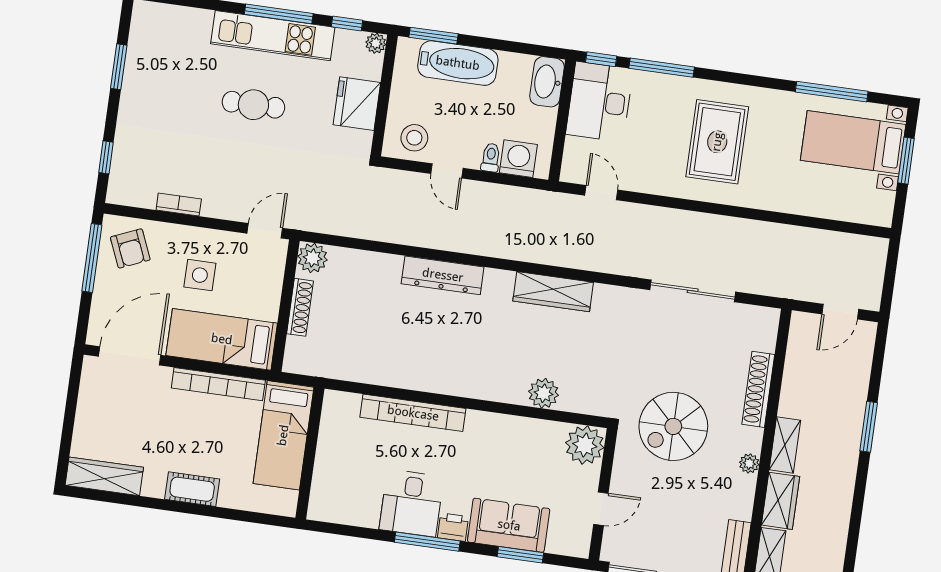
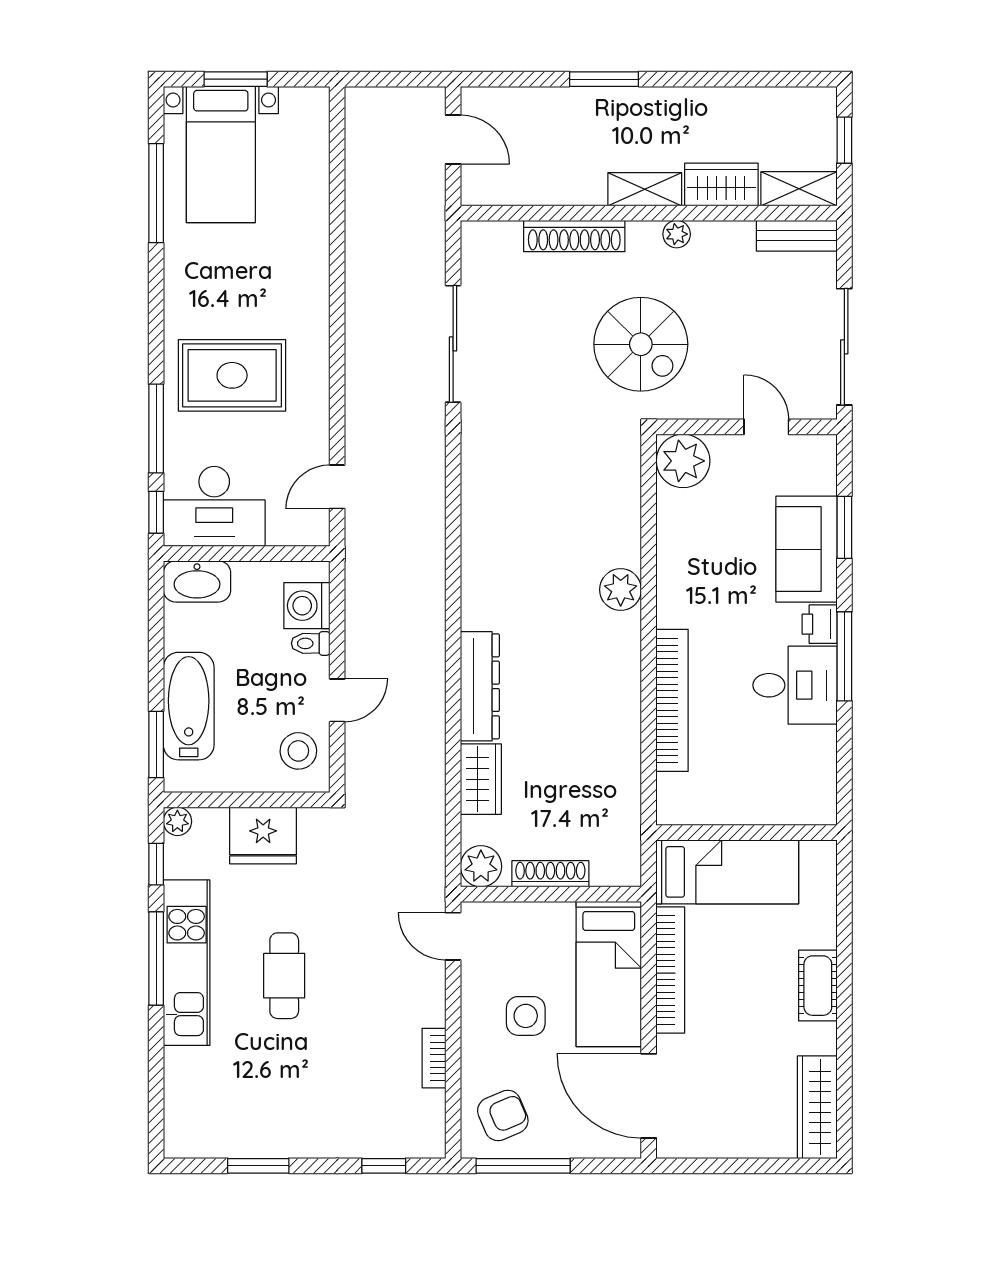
rug: (717, 142) -> (232, 375), moved
wardrobe: (553, 292) -> (481, 779), moved, width x0.67
plant: (544, 393) -> (621, 590), moved

